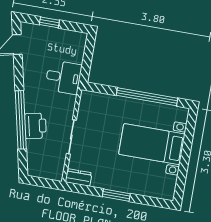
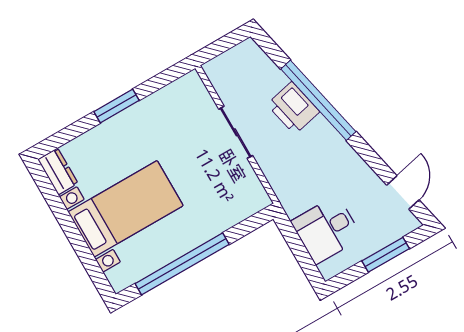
window: (49, 22) -> (386, 255), width x1.50
desk: (63, 77) -> (326, 230), moved
dresser: (79, 177) -> (58, 171), moved, turned -90

